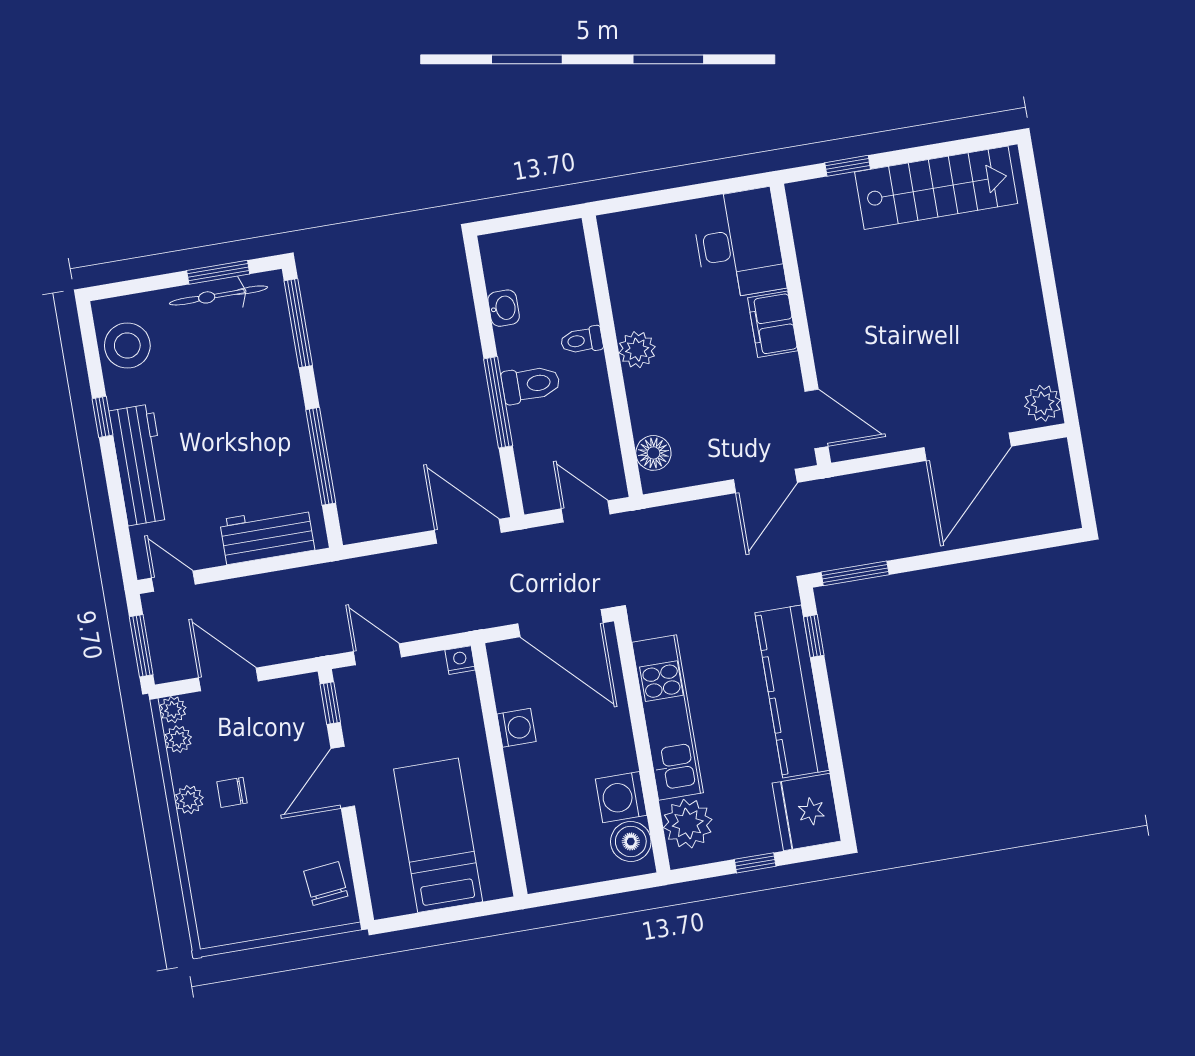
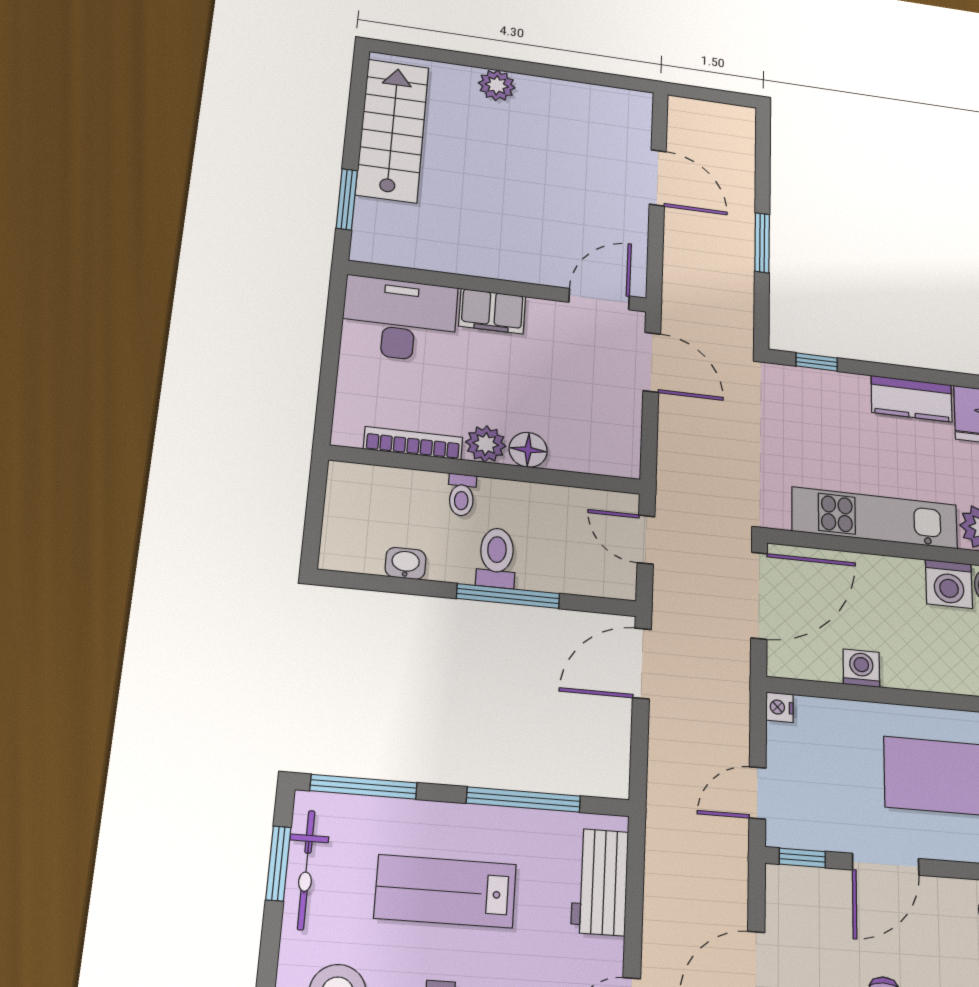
window: (848, 166) -> (347, 199), width x1.50
bookcase: (619, 286) -> (413, 443), added
plant: (1043, 403) -> (497, 85), moved
lab bench: (228, 410) -> (446, 891), added
door: (968, 447) -> (658, 178), width x0.73
floor lamp: (653, 453) -> (528, 450), moved
door: (586, 511) -> (646, 540), hinge flipped
window: (855, 573) -> (762, 243), moved
kitchen counter: (792, 692) -> (912, 399), width x0.48, depth x0.86
door: (343, 777) -> (886, 864), hinge flipped

